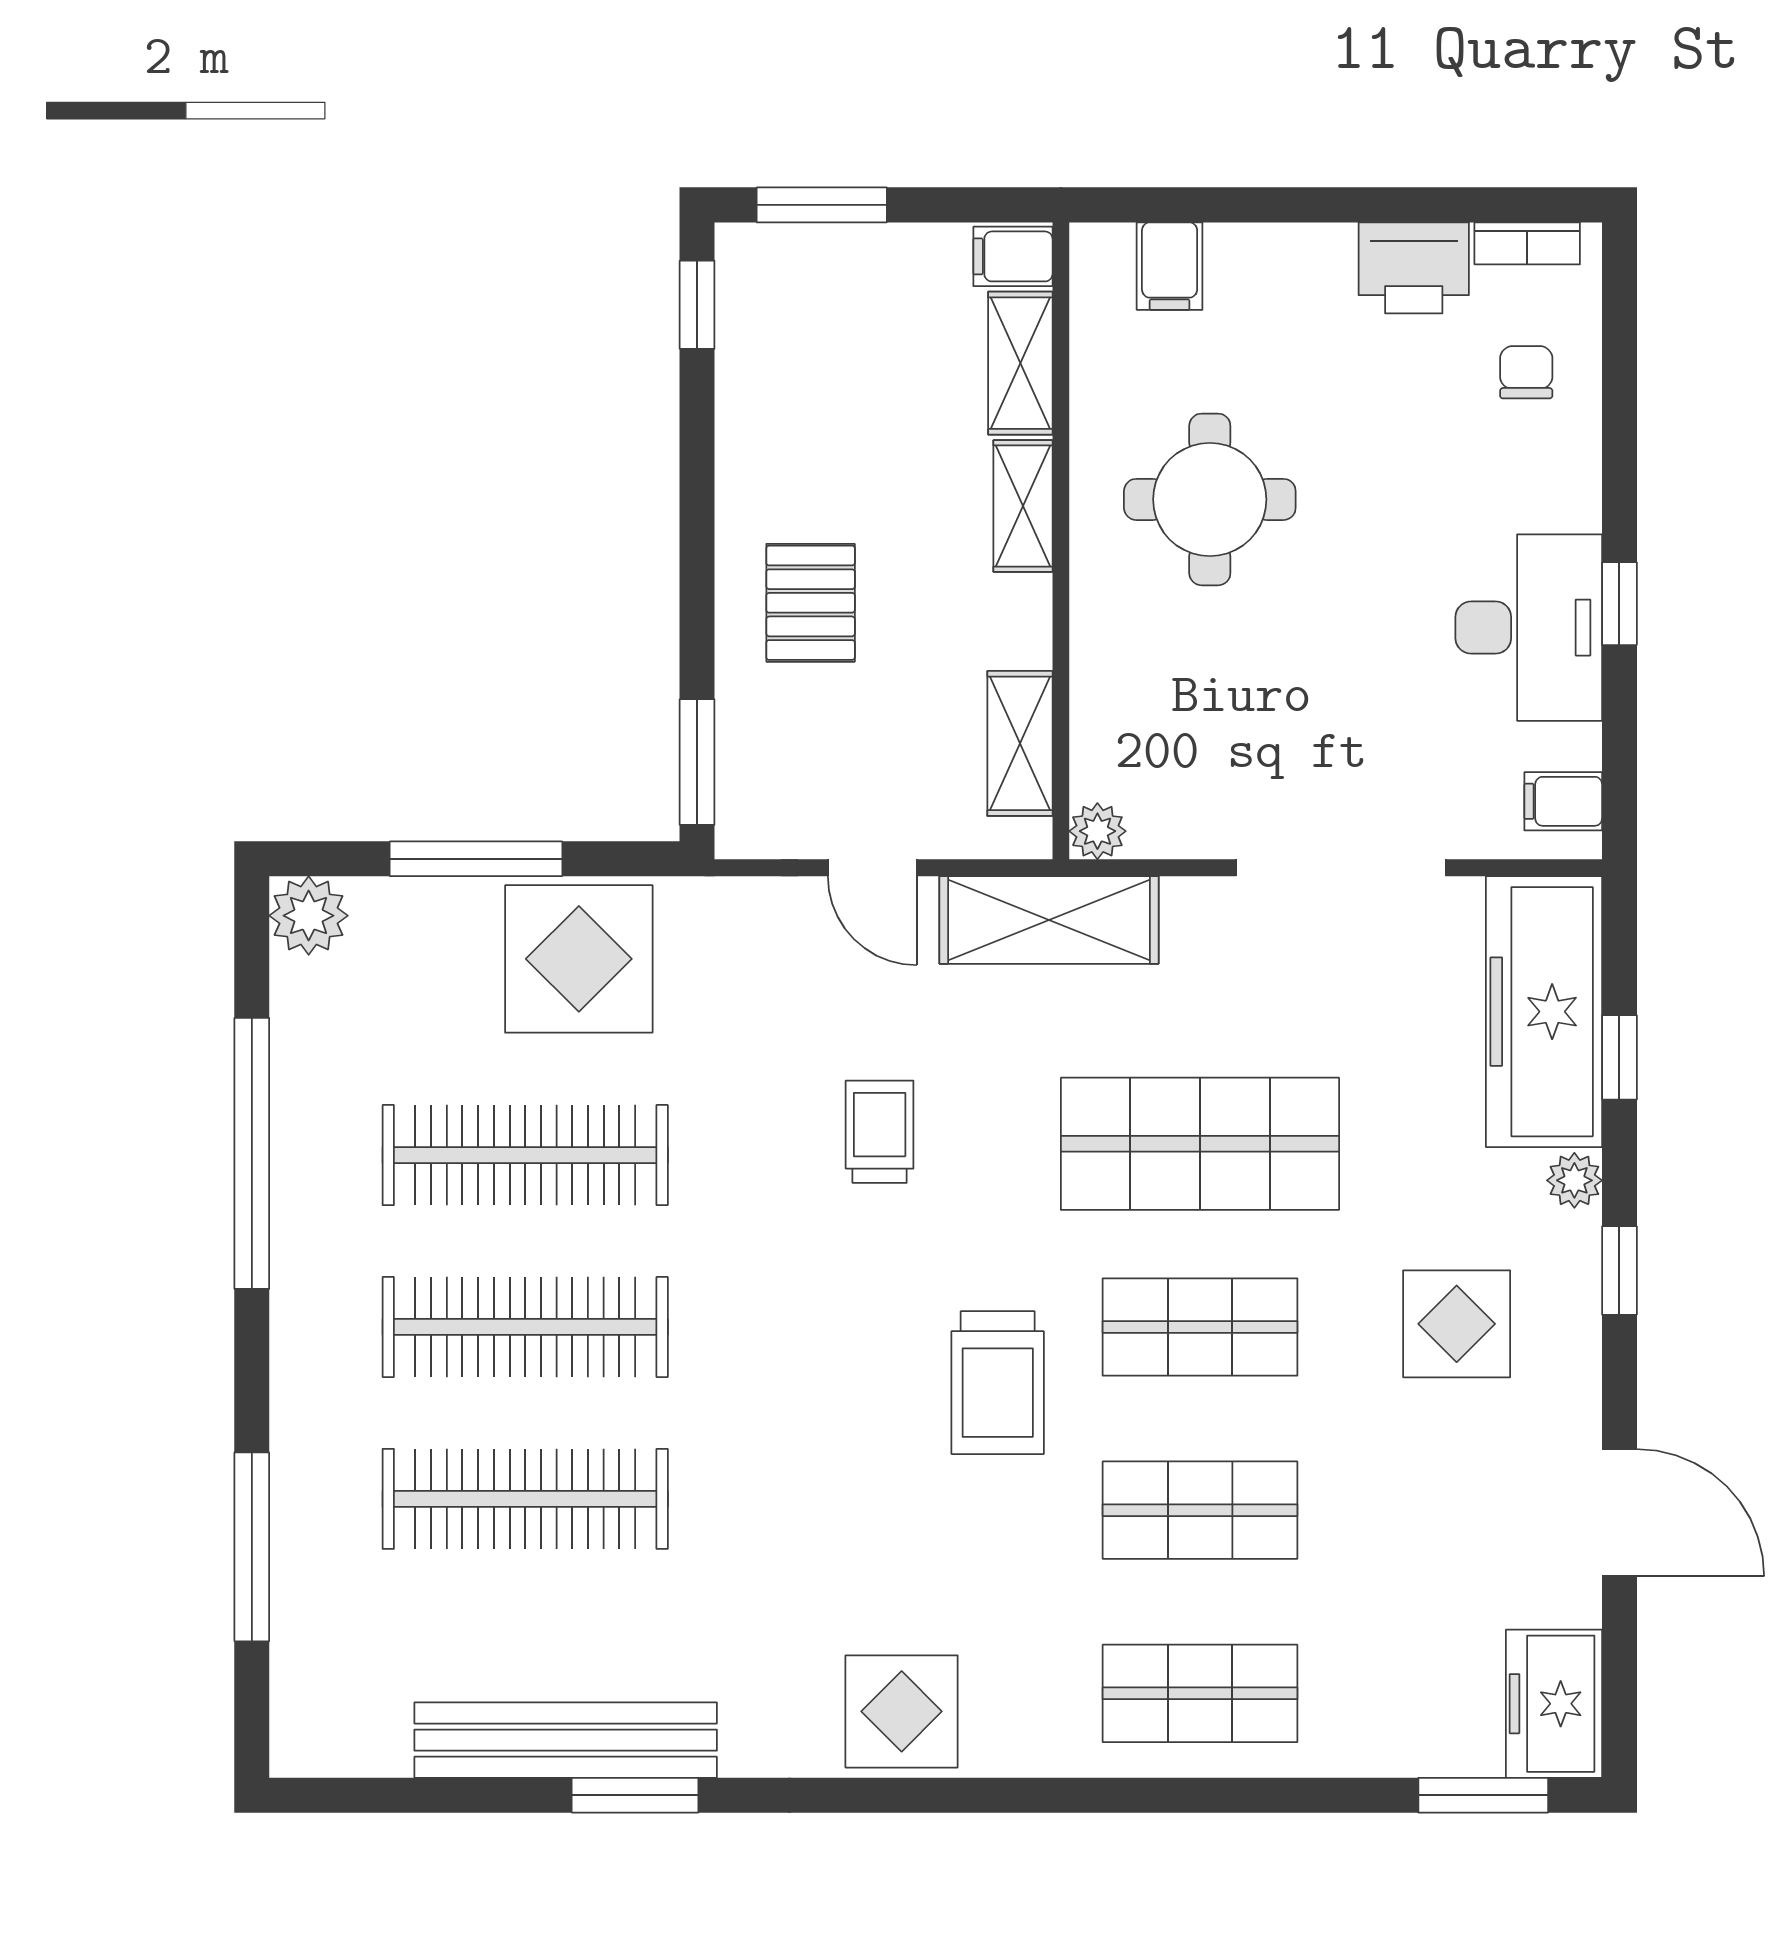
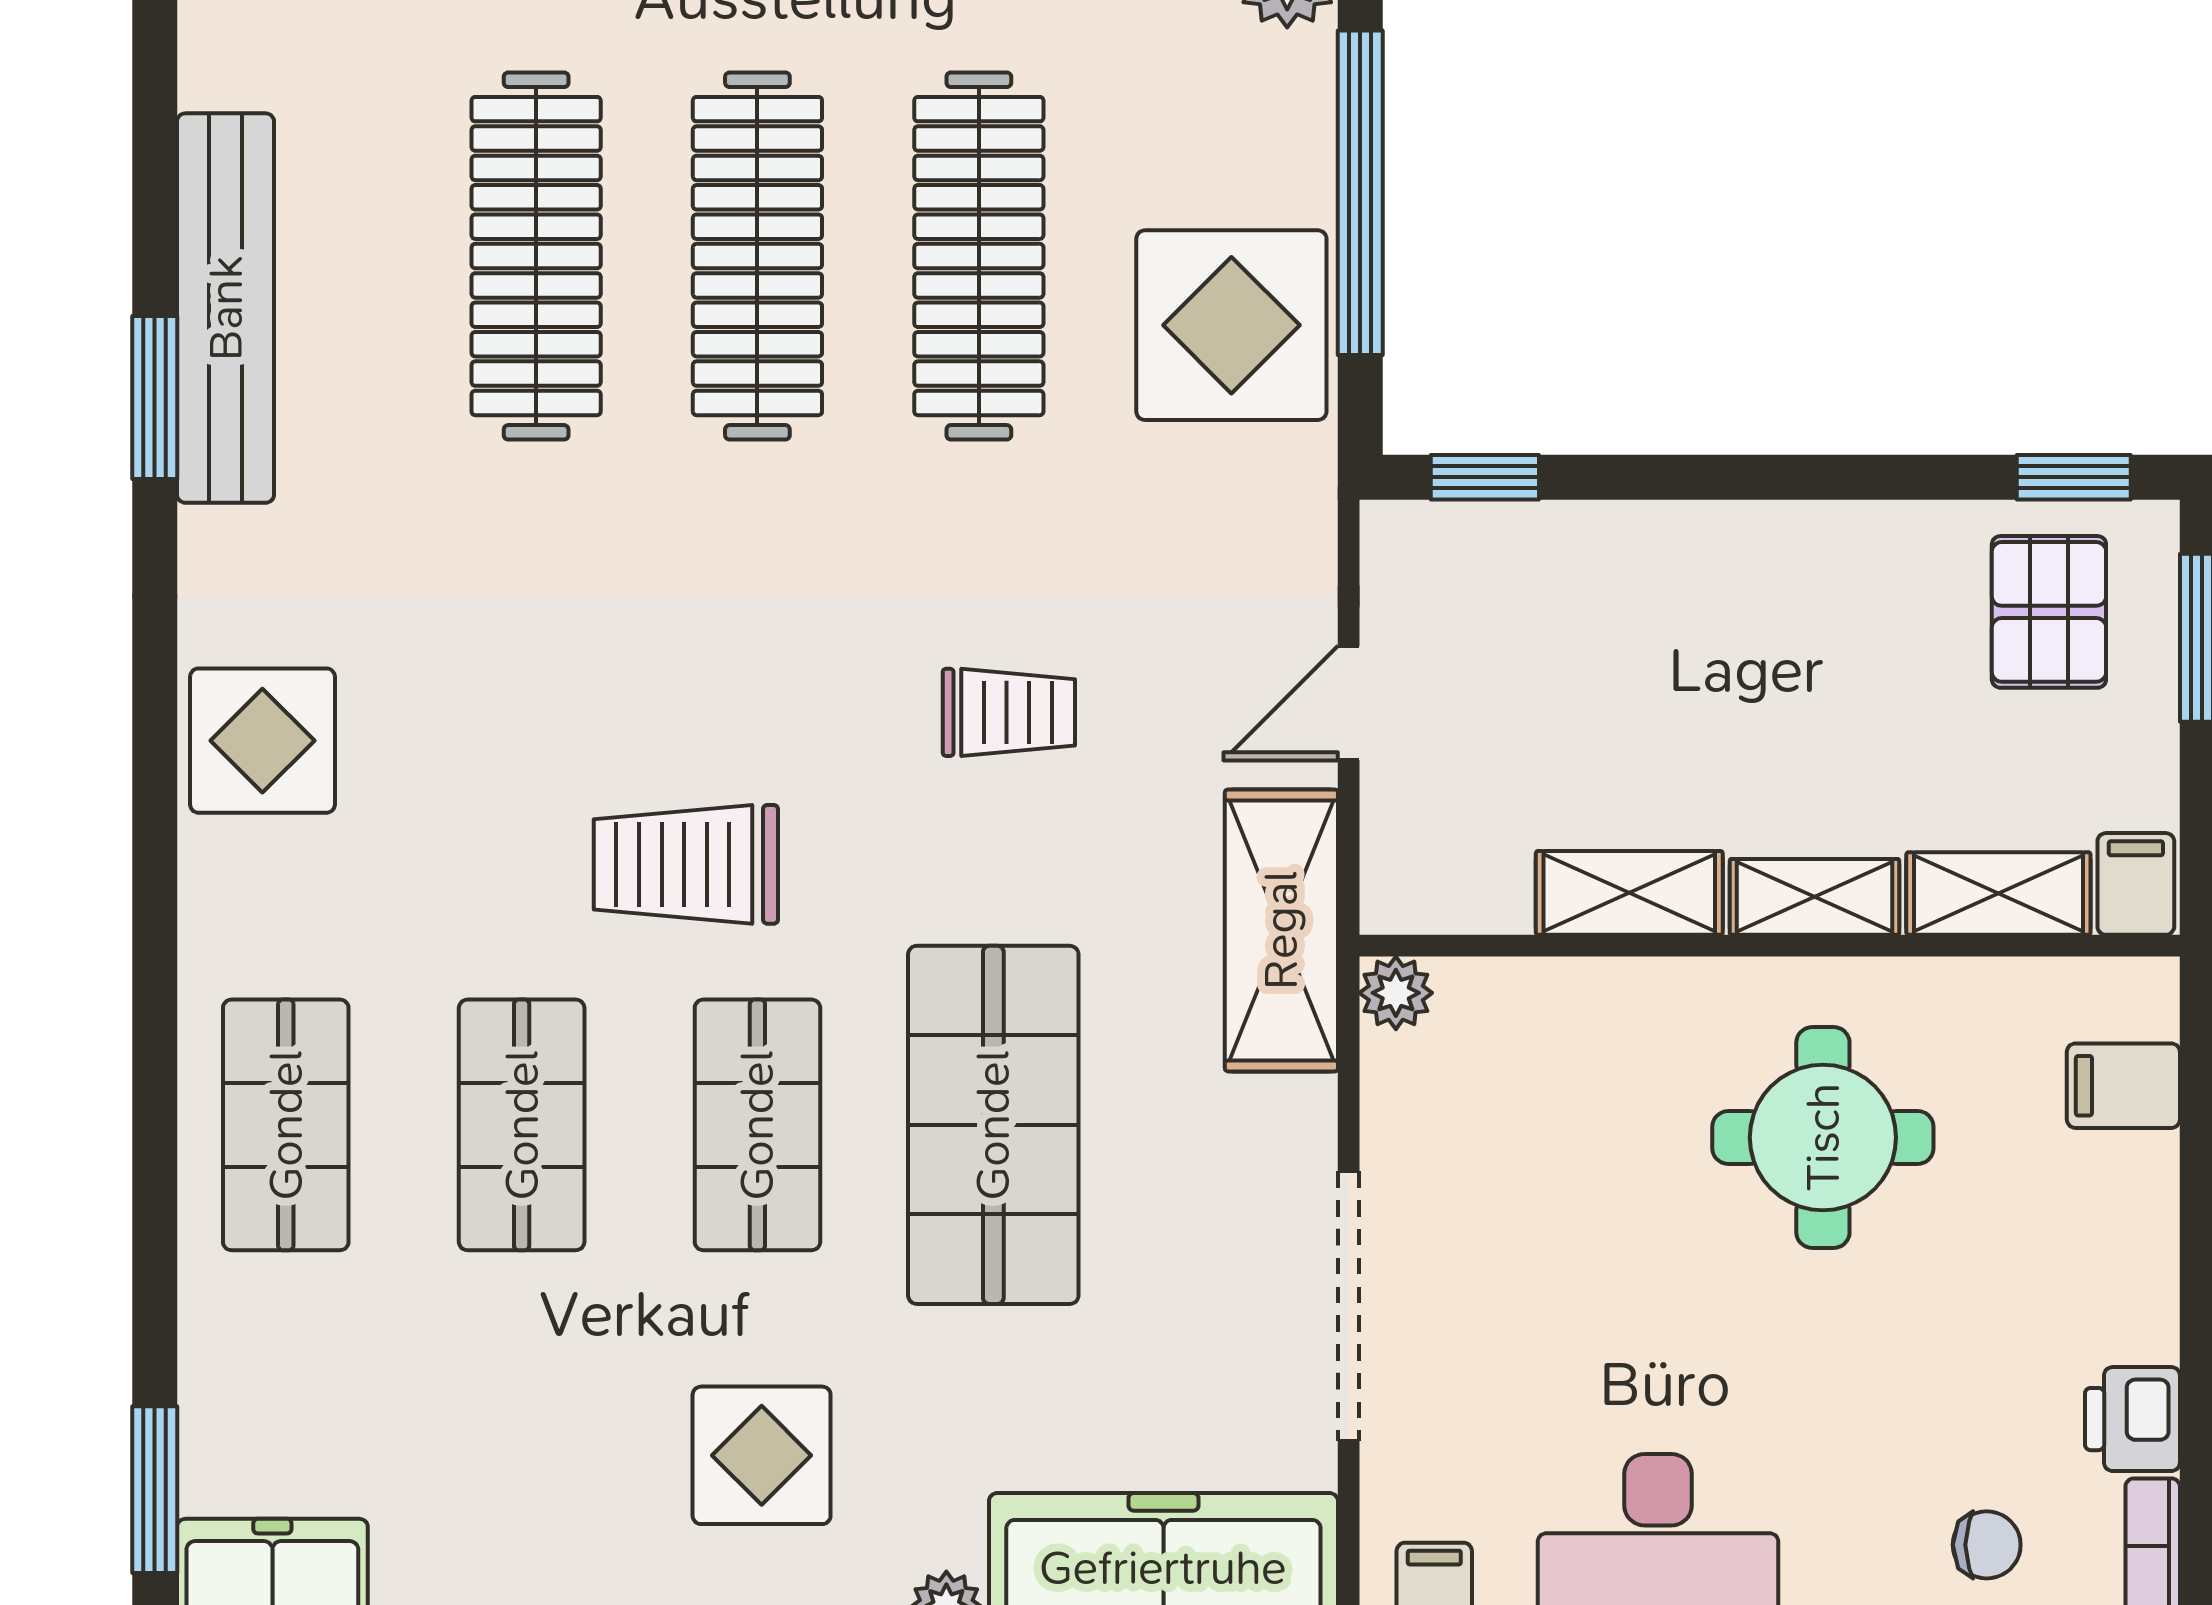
printer: (1414, 268) -> (2132, 1419), width x0.73, depth x0.81
pallet: (811, 603) -> (2049, 612), moved, turned 90
shelving: (1020, 743) -> (1629, 893), moved
window: (697, 762) -> (1485, 477), width x0.67
window: (476, 859) -> (1360, 193), width x1.46

